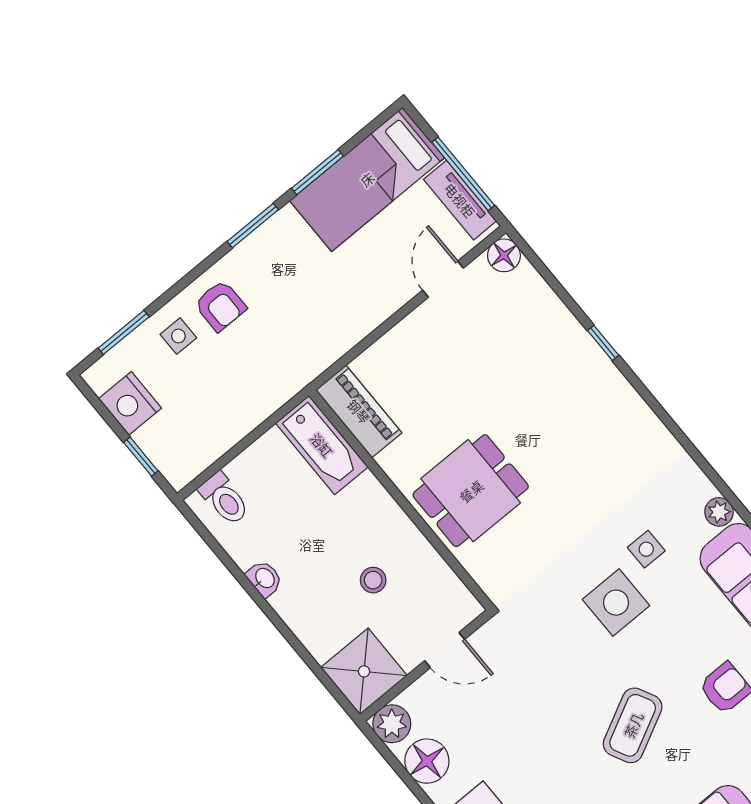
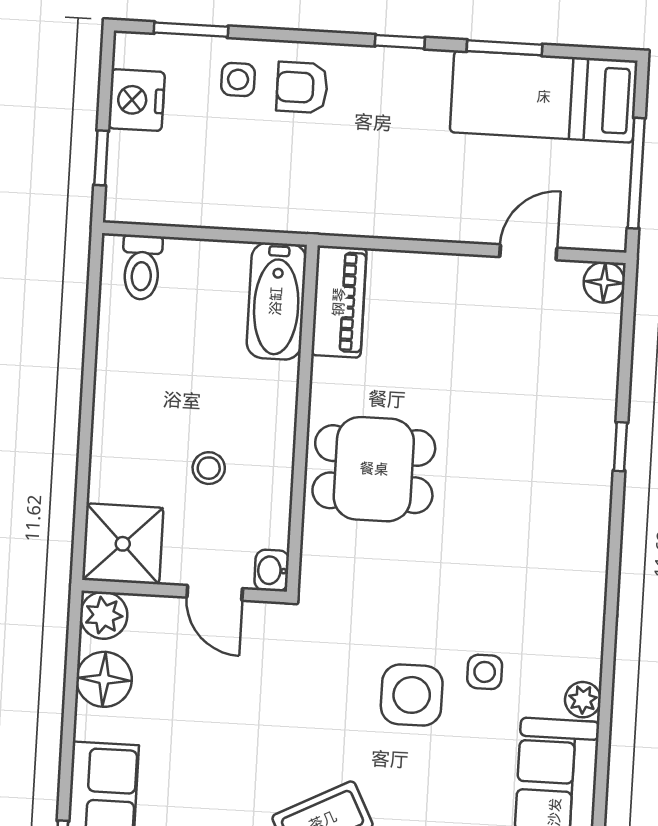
tv unit: (460, 200) -> (611, 194), removed
window: (253, 226) -> (400, 42), width x0.67
armchair: (220, 306) -> (302, 87), turned 90
washbasin: (264, 579) -> (272, 570), moved, turned 180

